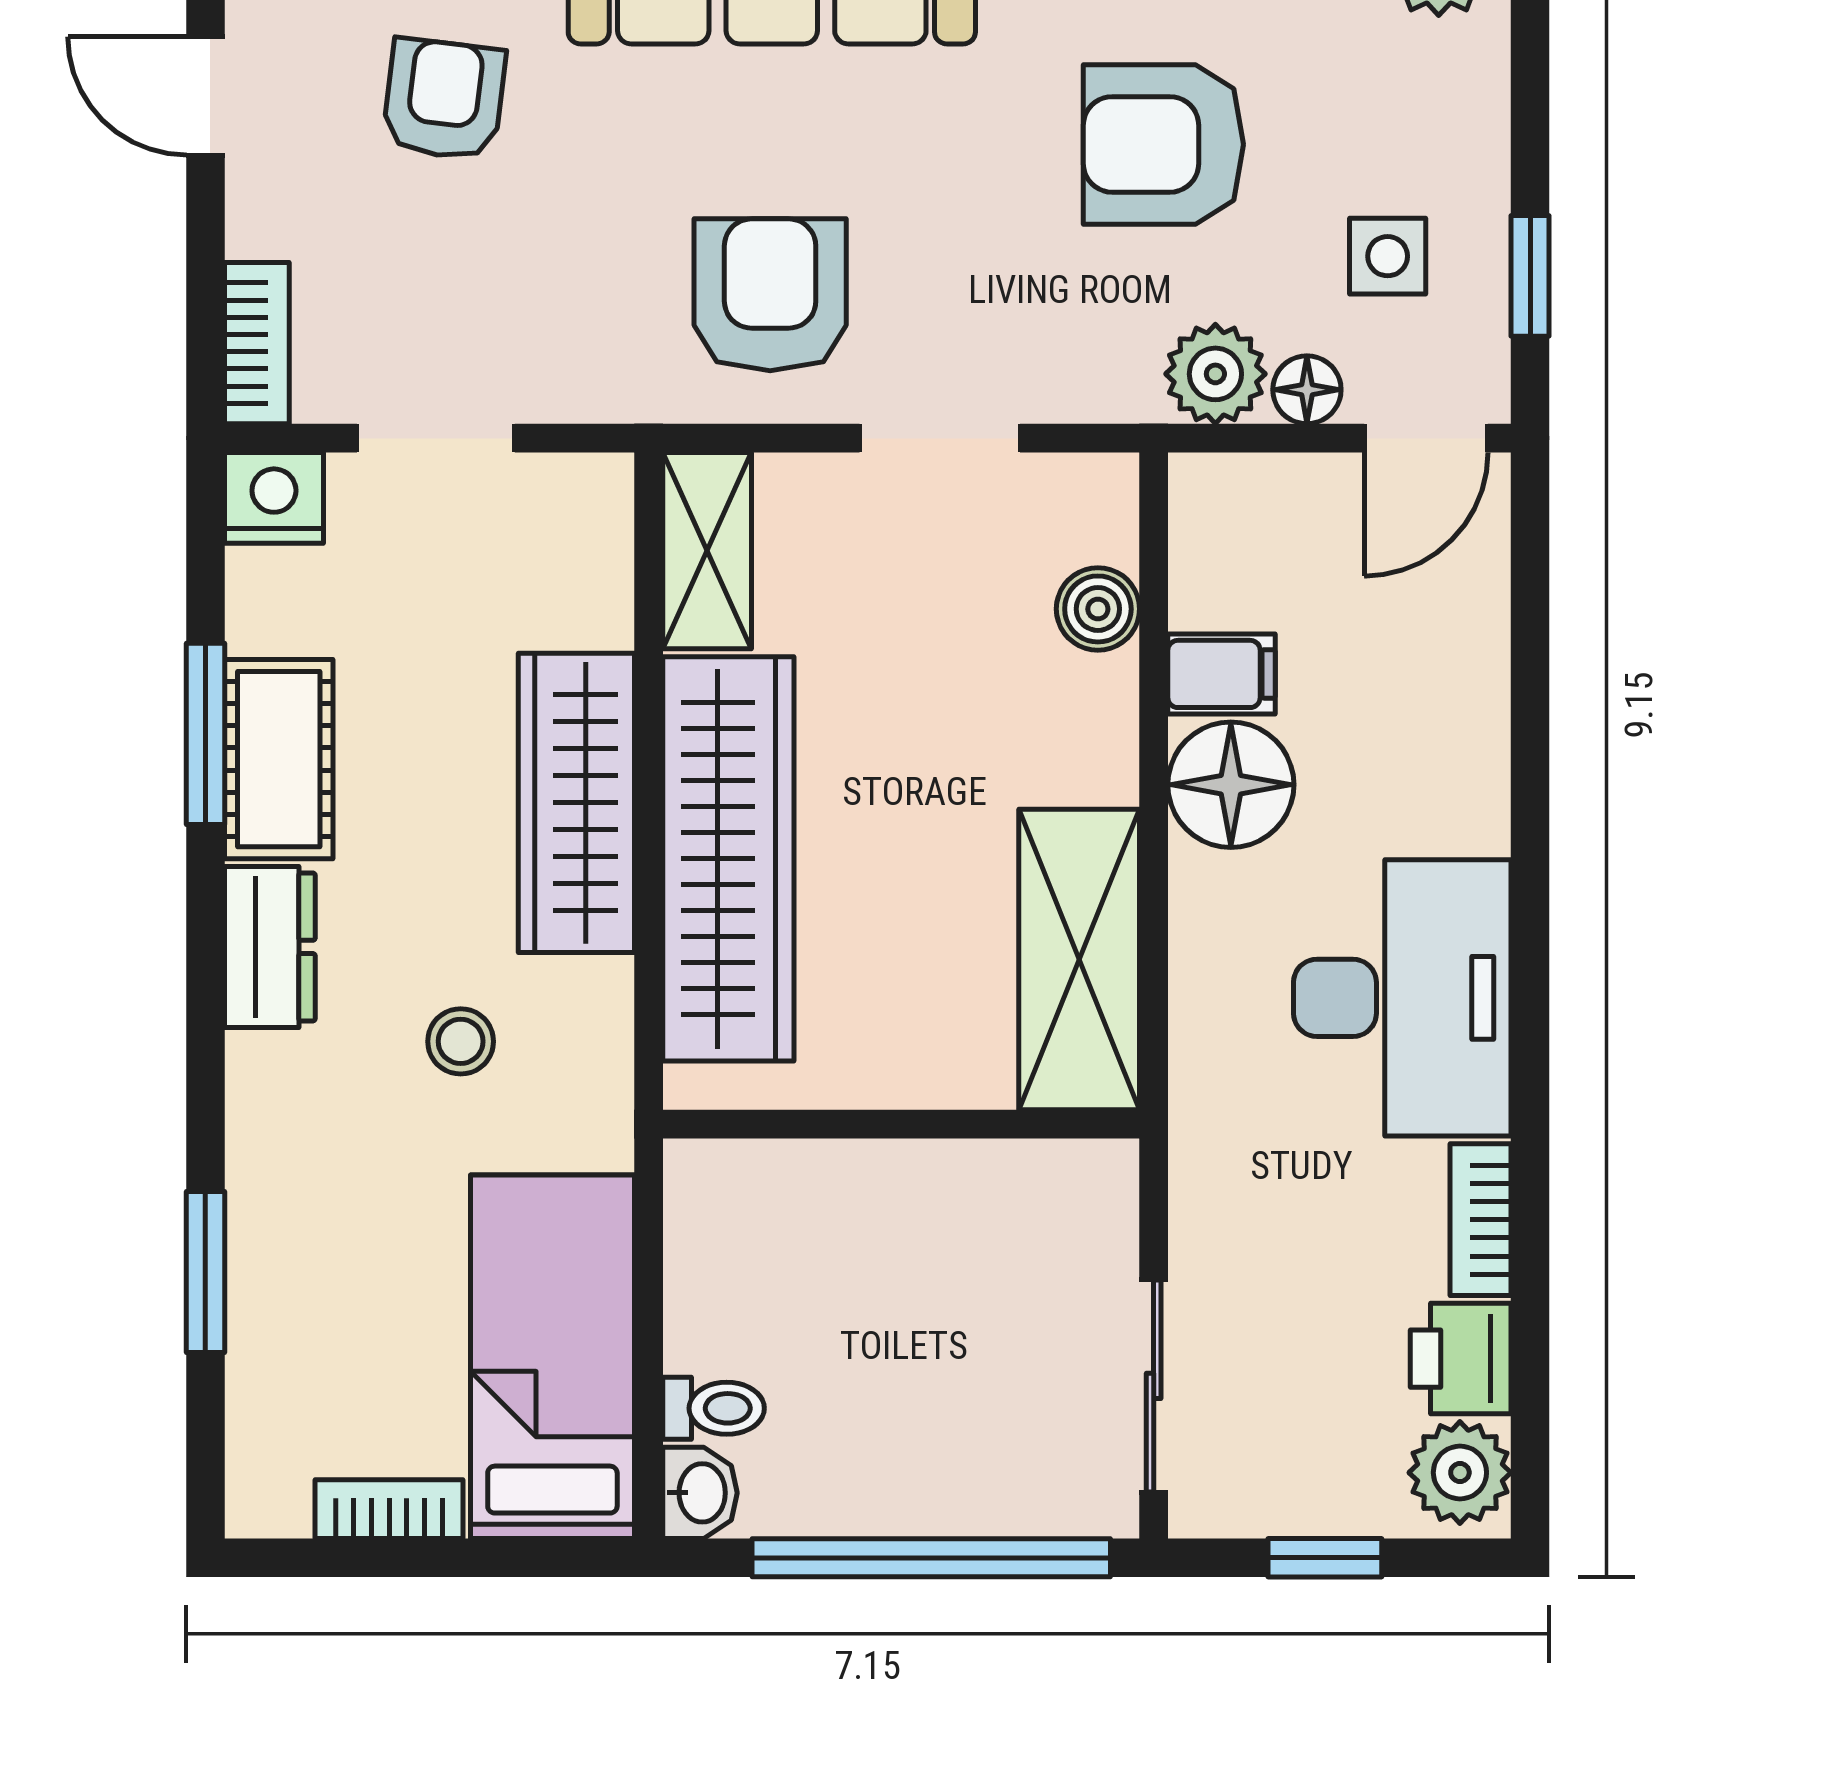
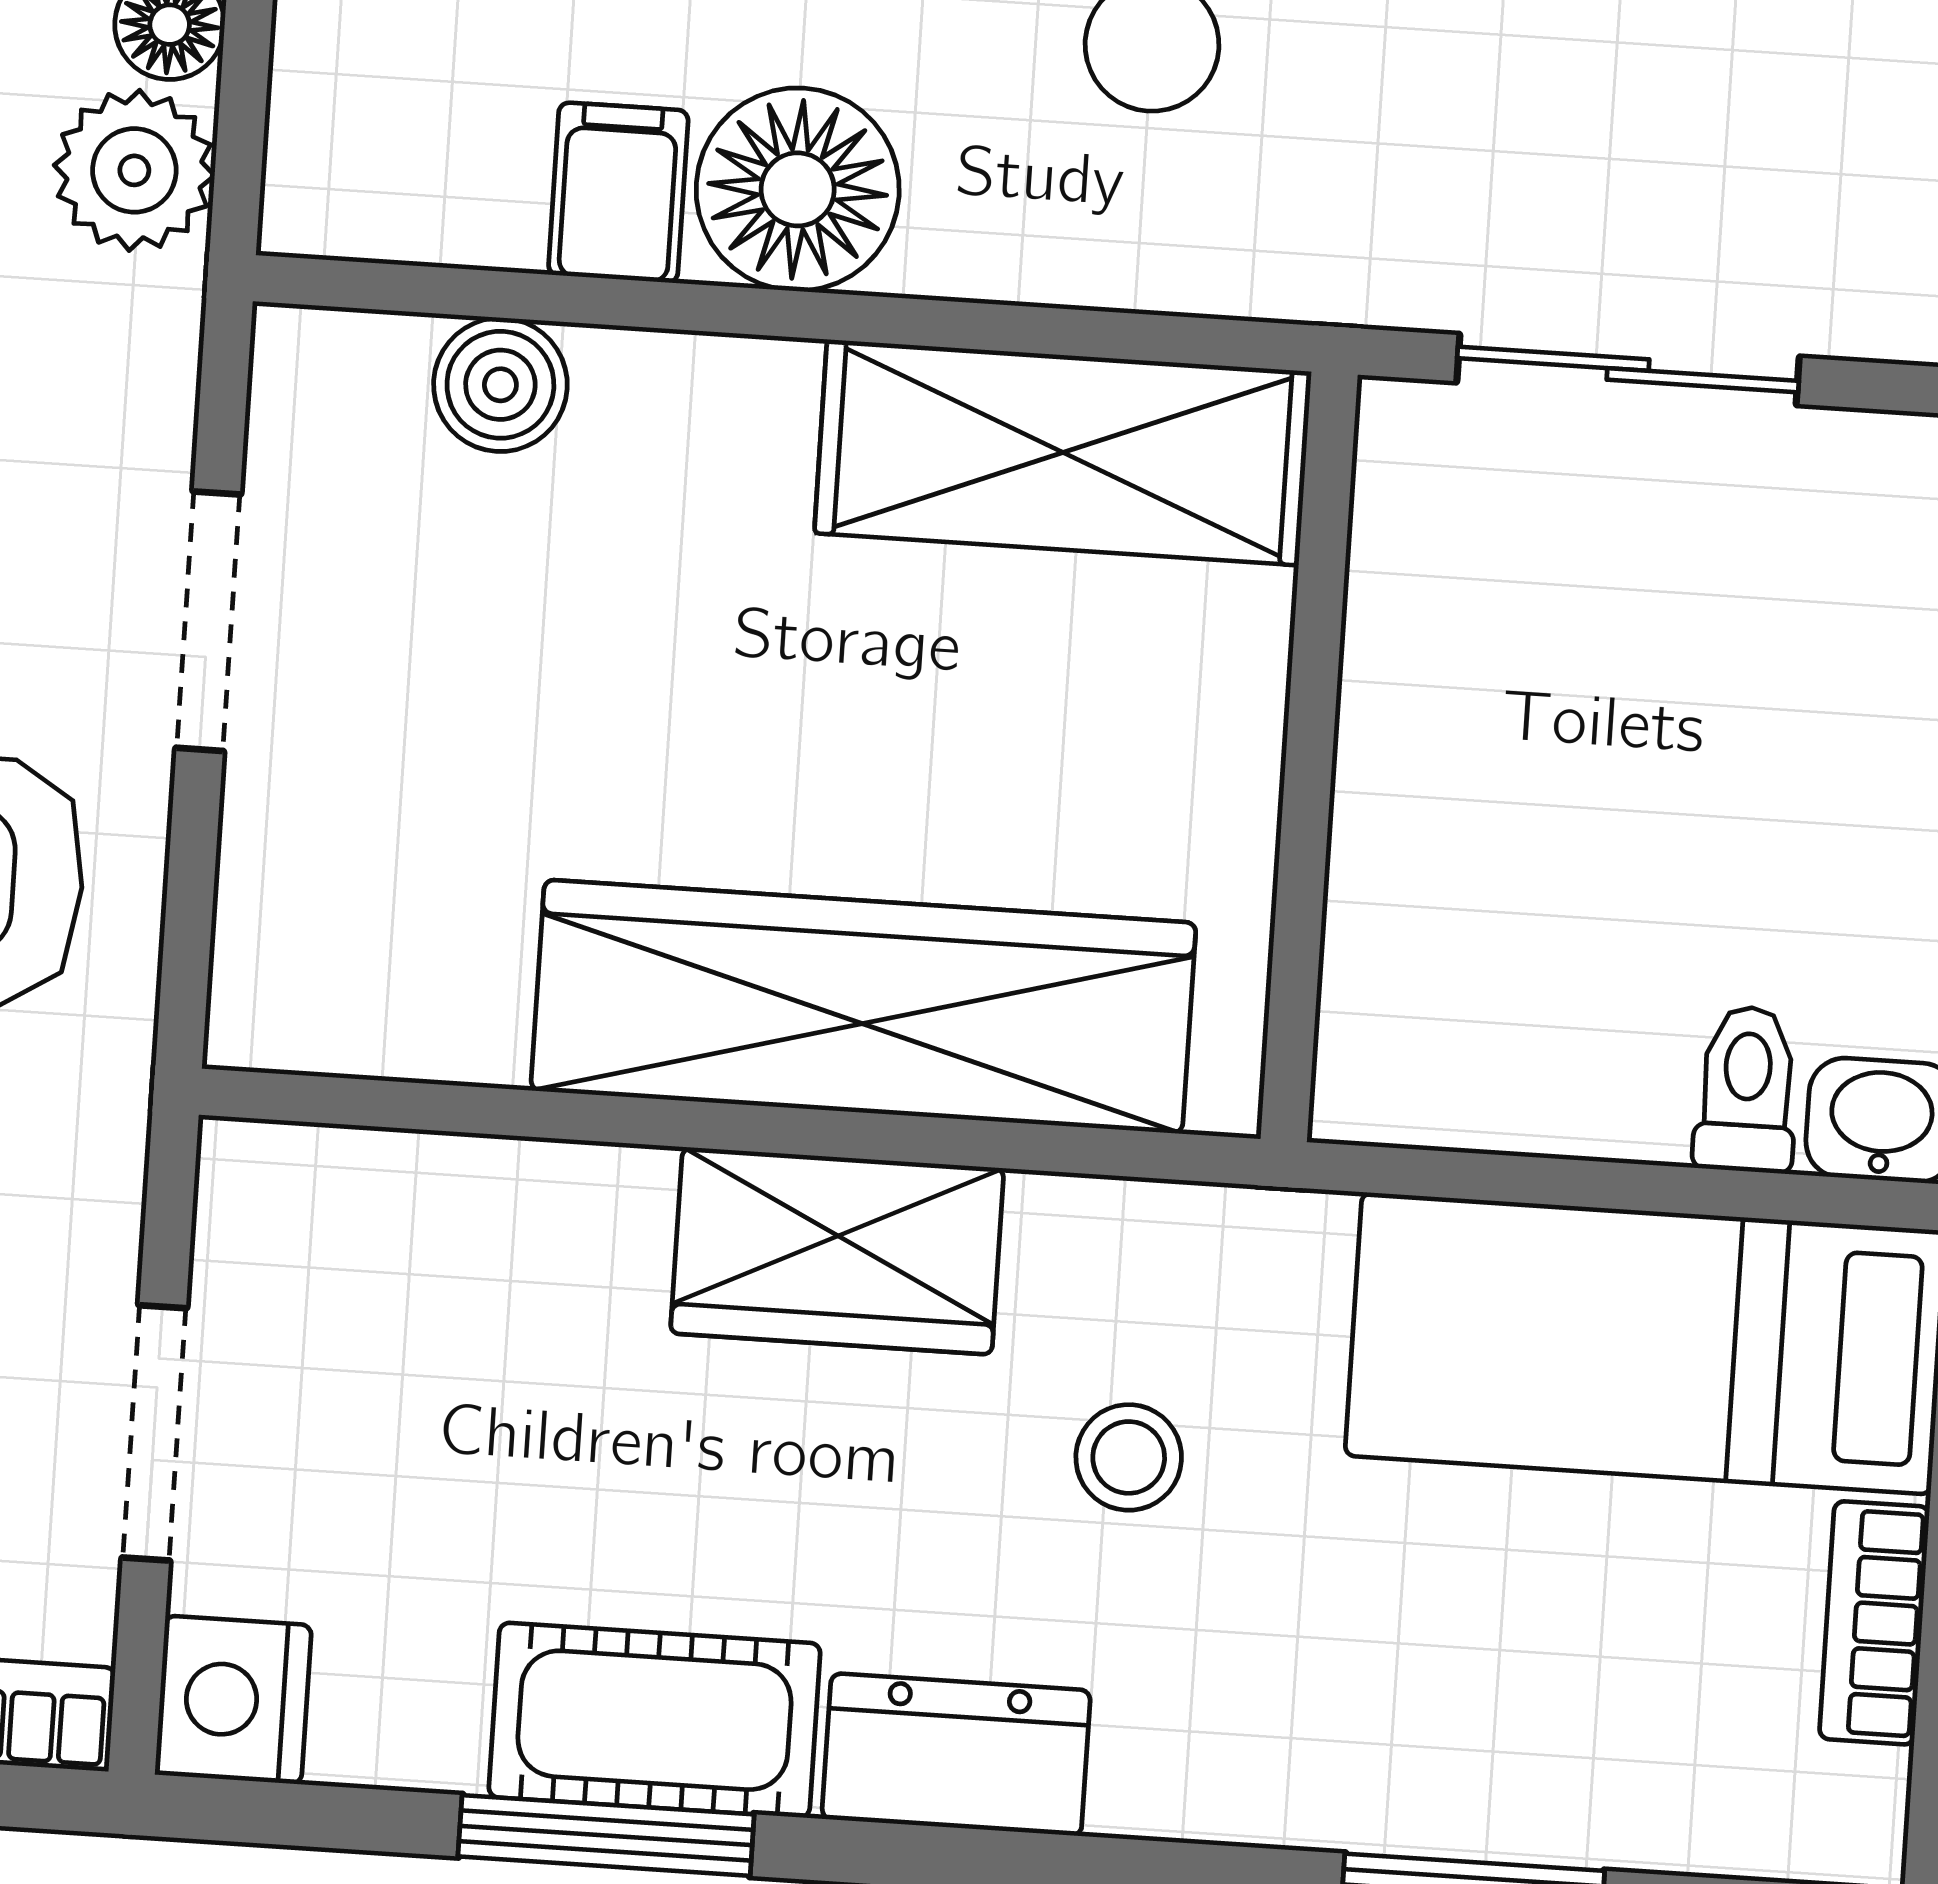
shelving: (707, 551) -> (365, 1008), removed
wardrobe: (576, 803) -> (837, 1251), width x0.67
sliding door: (1154, 1386) -> (1628, 370), moved

